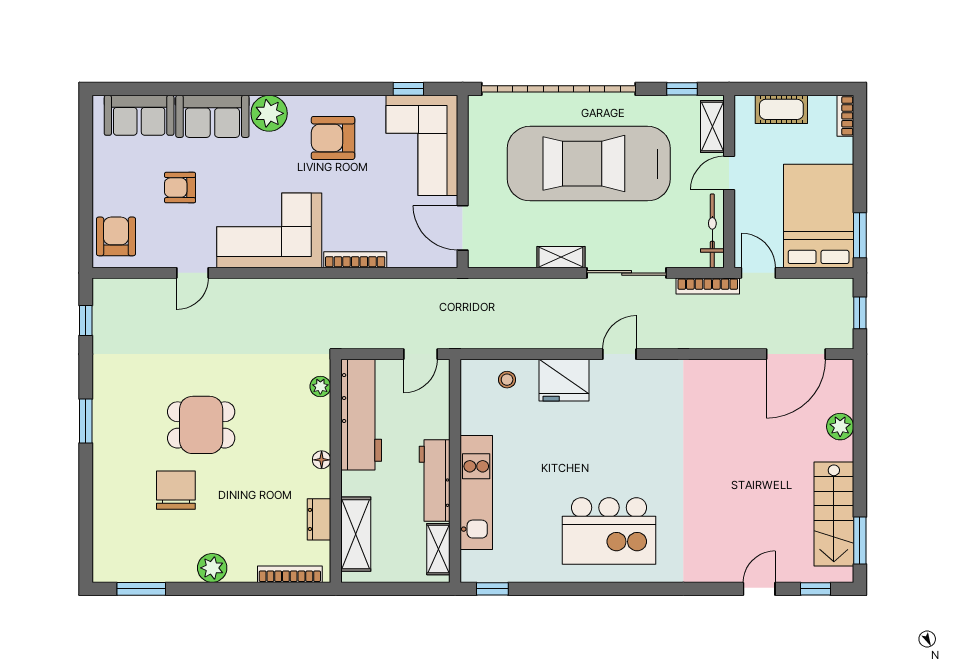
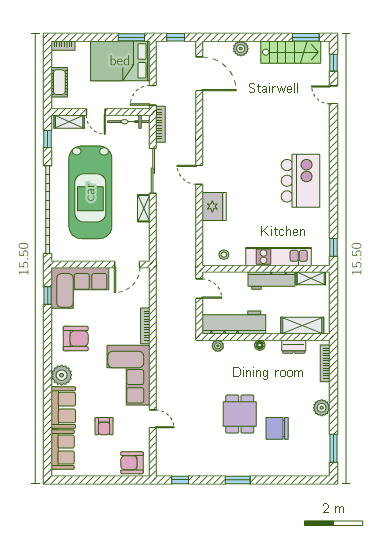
armchair: (333, 138) -> (76, 339), turned -90
stool: (507, 380) -> (224, 255), moved

